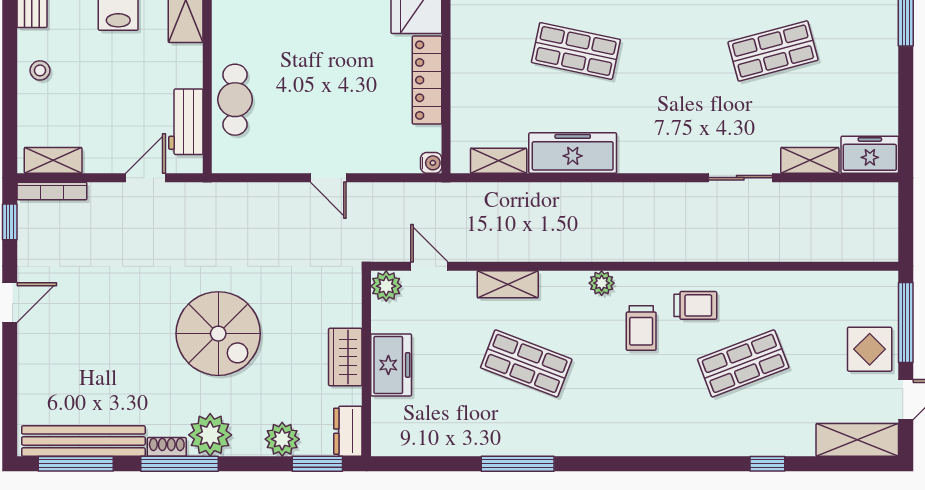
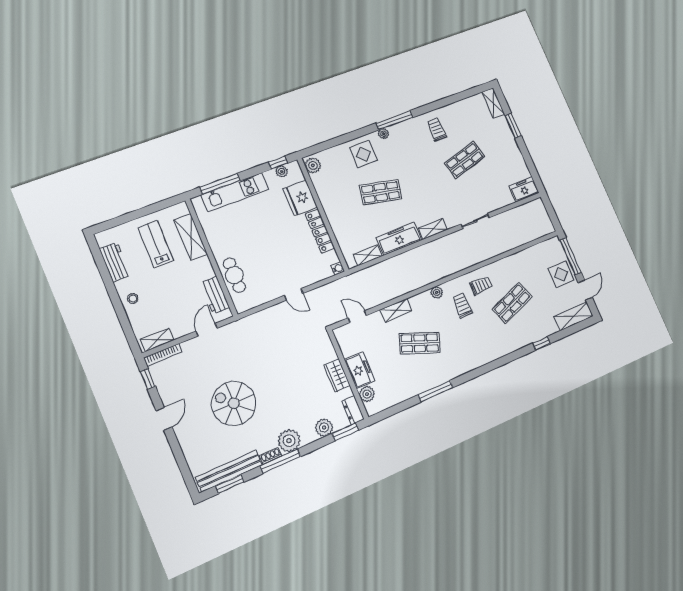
shelving: (810, 160) -> (433, 229), moved
plant: (386, 286) -> (367, 394), moved
trolley: (641, 328) -> (462, 306), turned 180
spiral stairs: (218, 334) -> (234, 403), moved, turned 180
window: (76, 464) -> (230, 484), width x0.69

